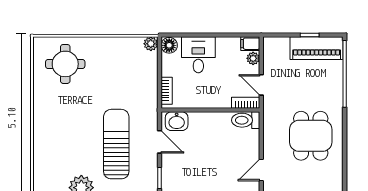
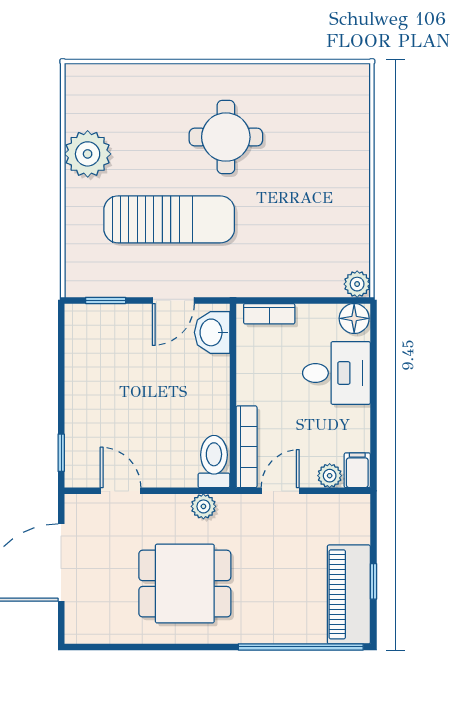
round table: (65, 64) -> (226, 137), moved
bookcase: (246, 103) -> (247, 447), width x1.56
plant: (270, 126) -> (203, 506), added

